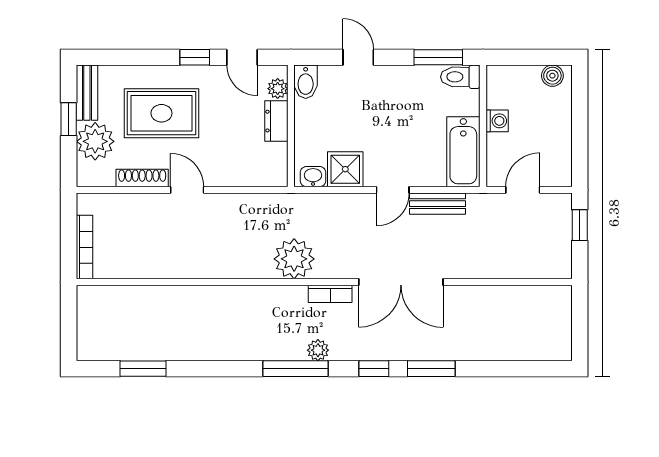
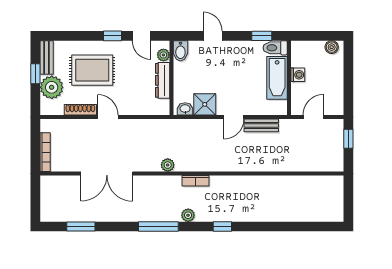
window: (438, 57) -> (262, 36), width x0.67
dresser: (276, 121) -> (163, 80), width x1.44
bathtub: (463, 152) -> (277, 78), moved
plant: (294, 259) -> (168, 165), width x0.53, depth x0.53
double door: (401, 282) -> (107, 174), moved
window: (296, 369) -> (158, 227), moved
window: (431, 369) -> (257, 227), removed

